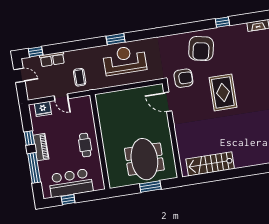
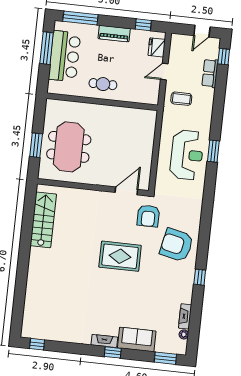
window: (29, 138) -> (143, 25), moved
meeting table: (144, 159) -> (69, 147), turned 90
window: (34, 168) -> (80, 18), moved
window: (68, 199) -> (47, 48), width x2.17

